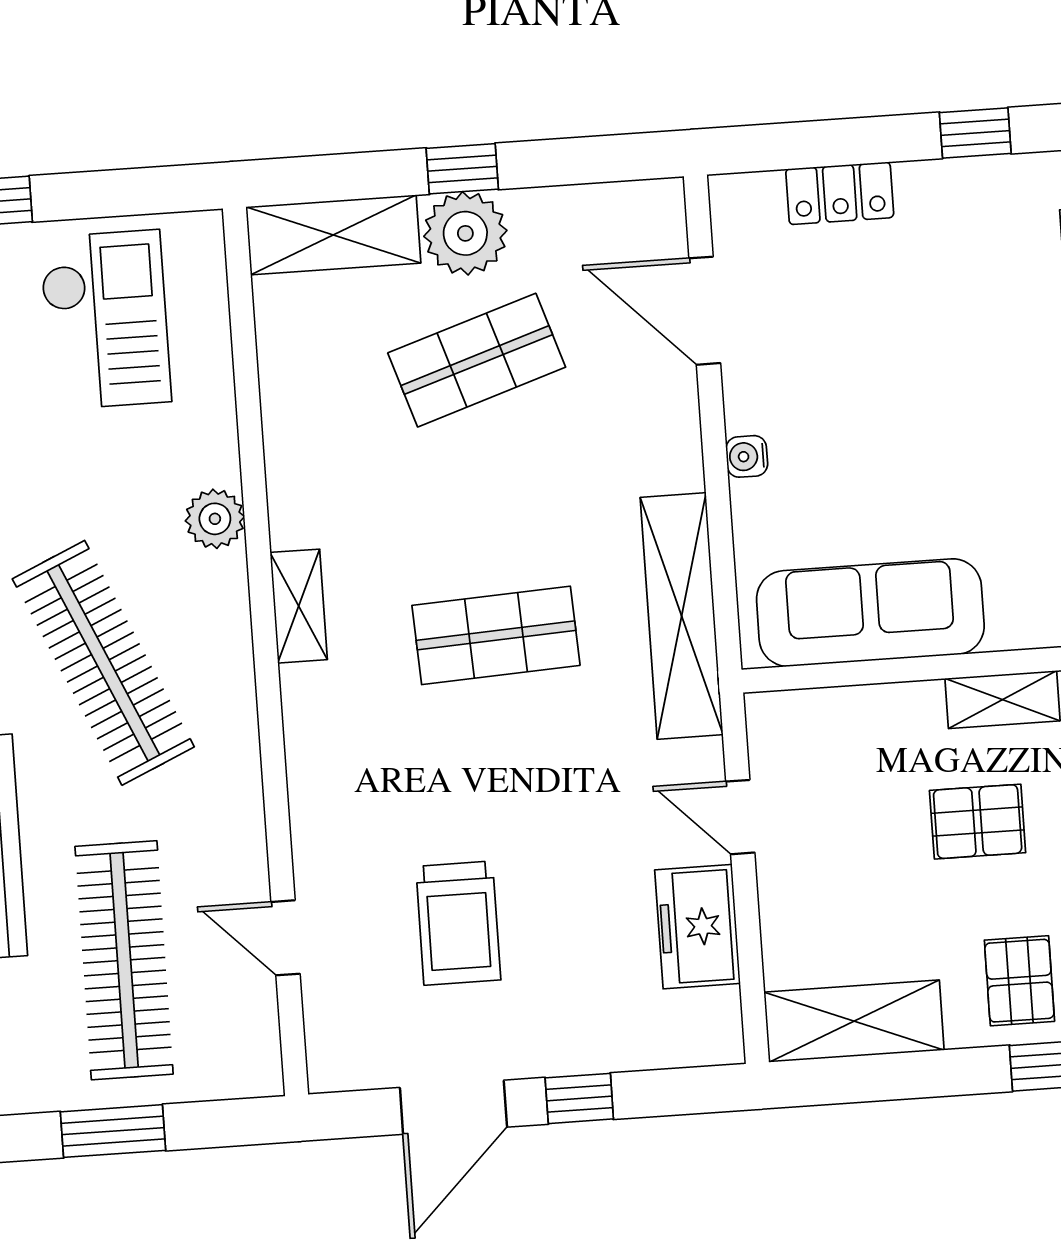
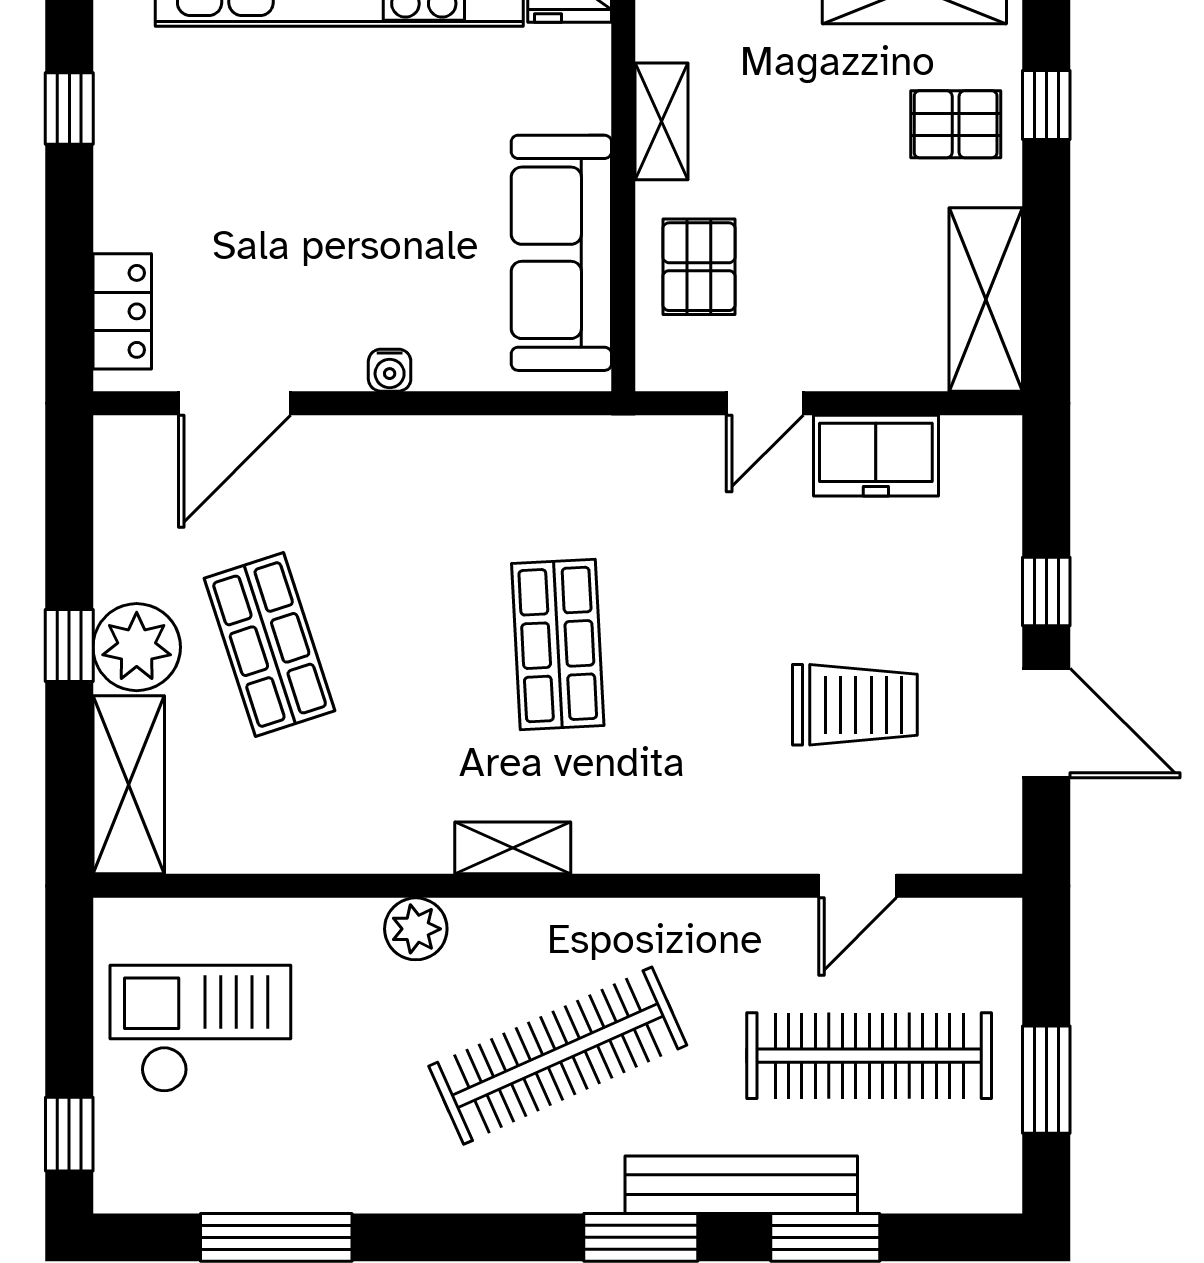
locker: (840, 193) -> (122, 311), moved
shelving: (682, 616) -> (551, 450), removed
pallet: (978, 822) -> (699, 267), moved

